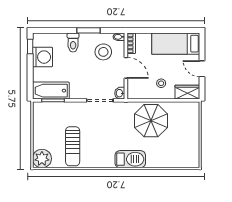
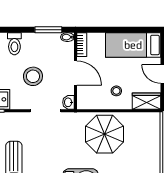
window: (89, 30) -> (48, 30), moved
stool: (103, 52) -> (33, 76), moved

